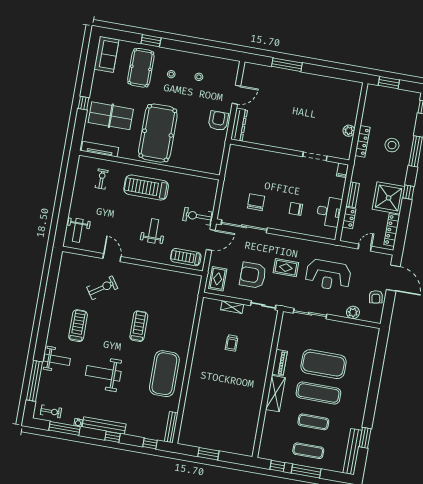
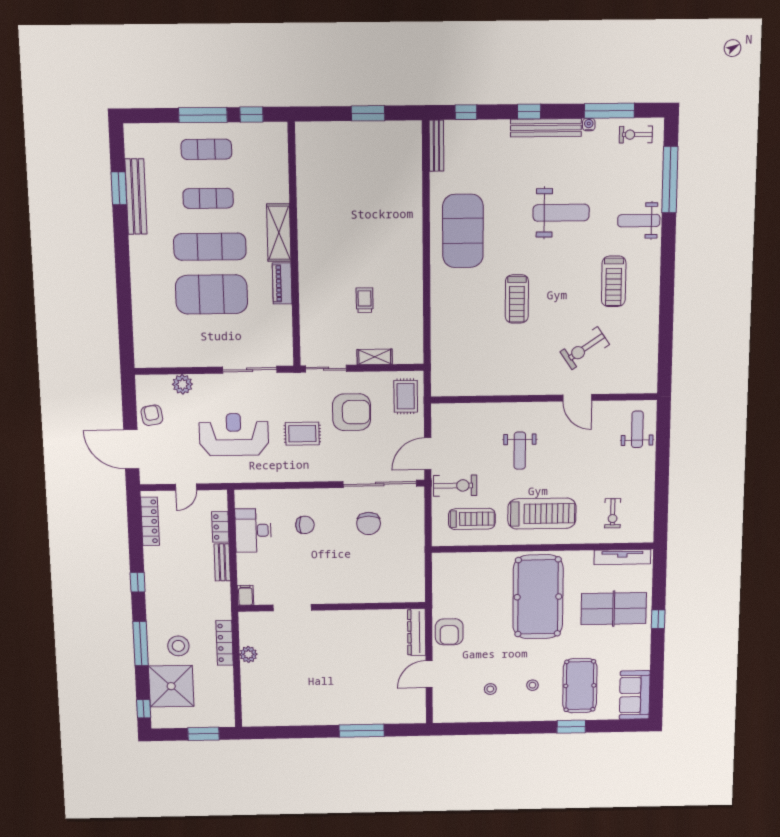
shower: (389, 198) -> (171, 686), moved
treadmill: (186, 257) -> (472, 519), moved
bench: (352, 452) -> (136, 197), moved

